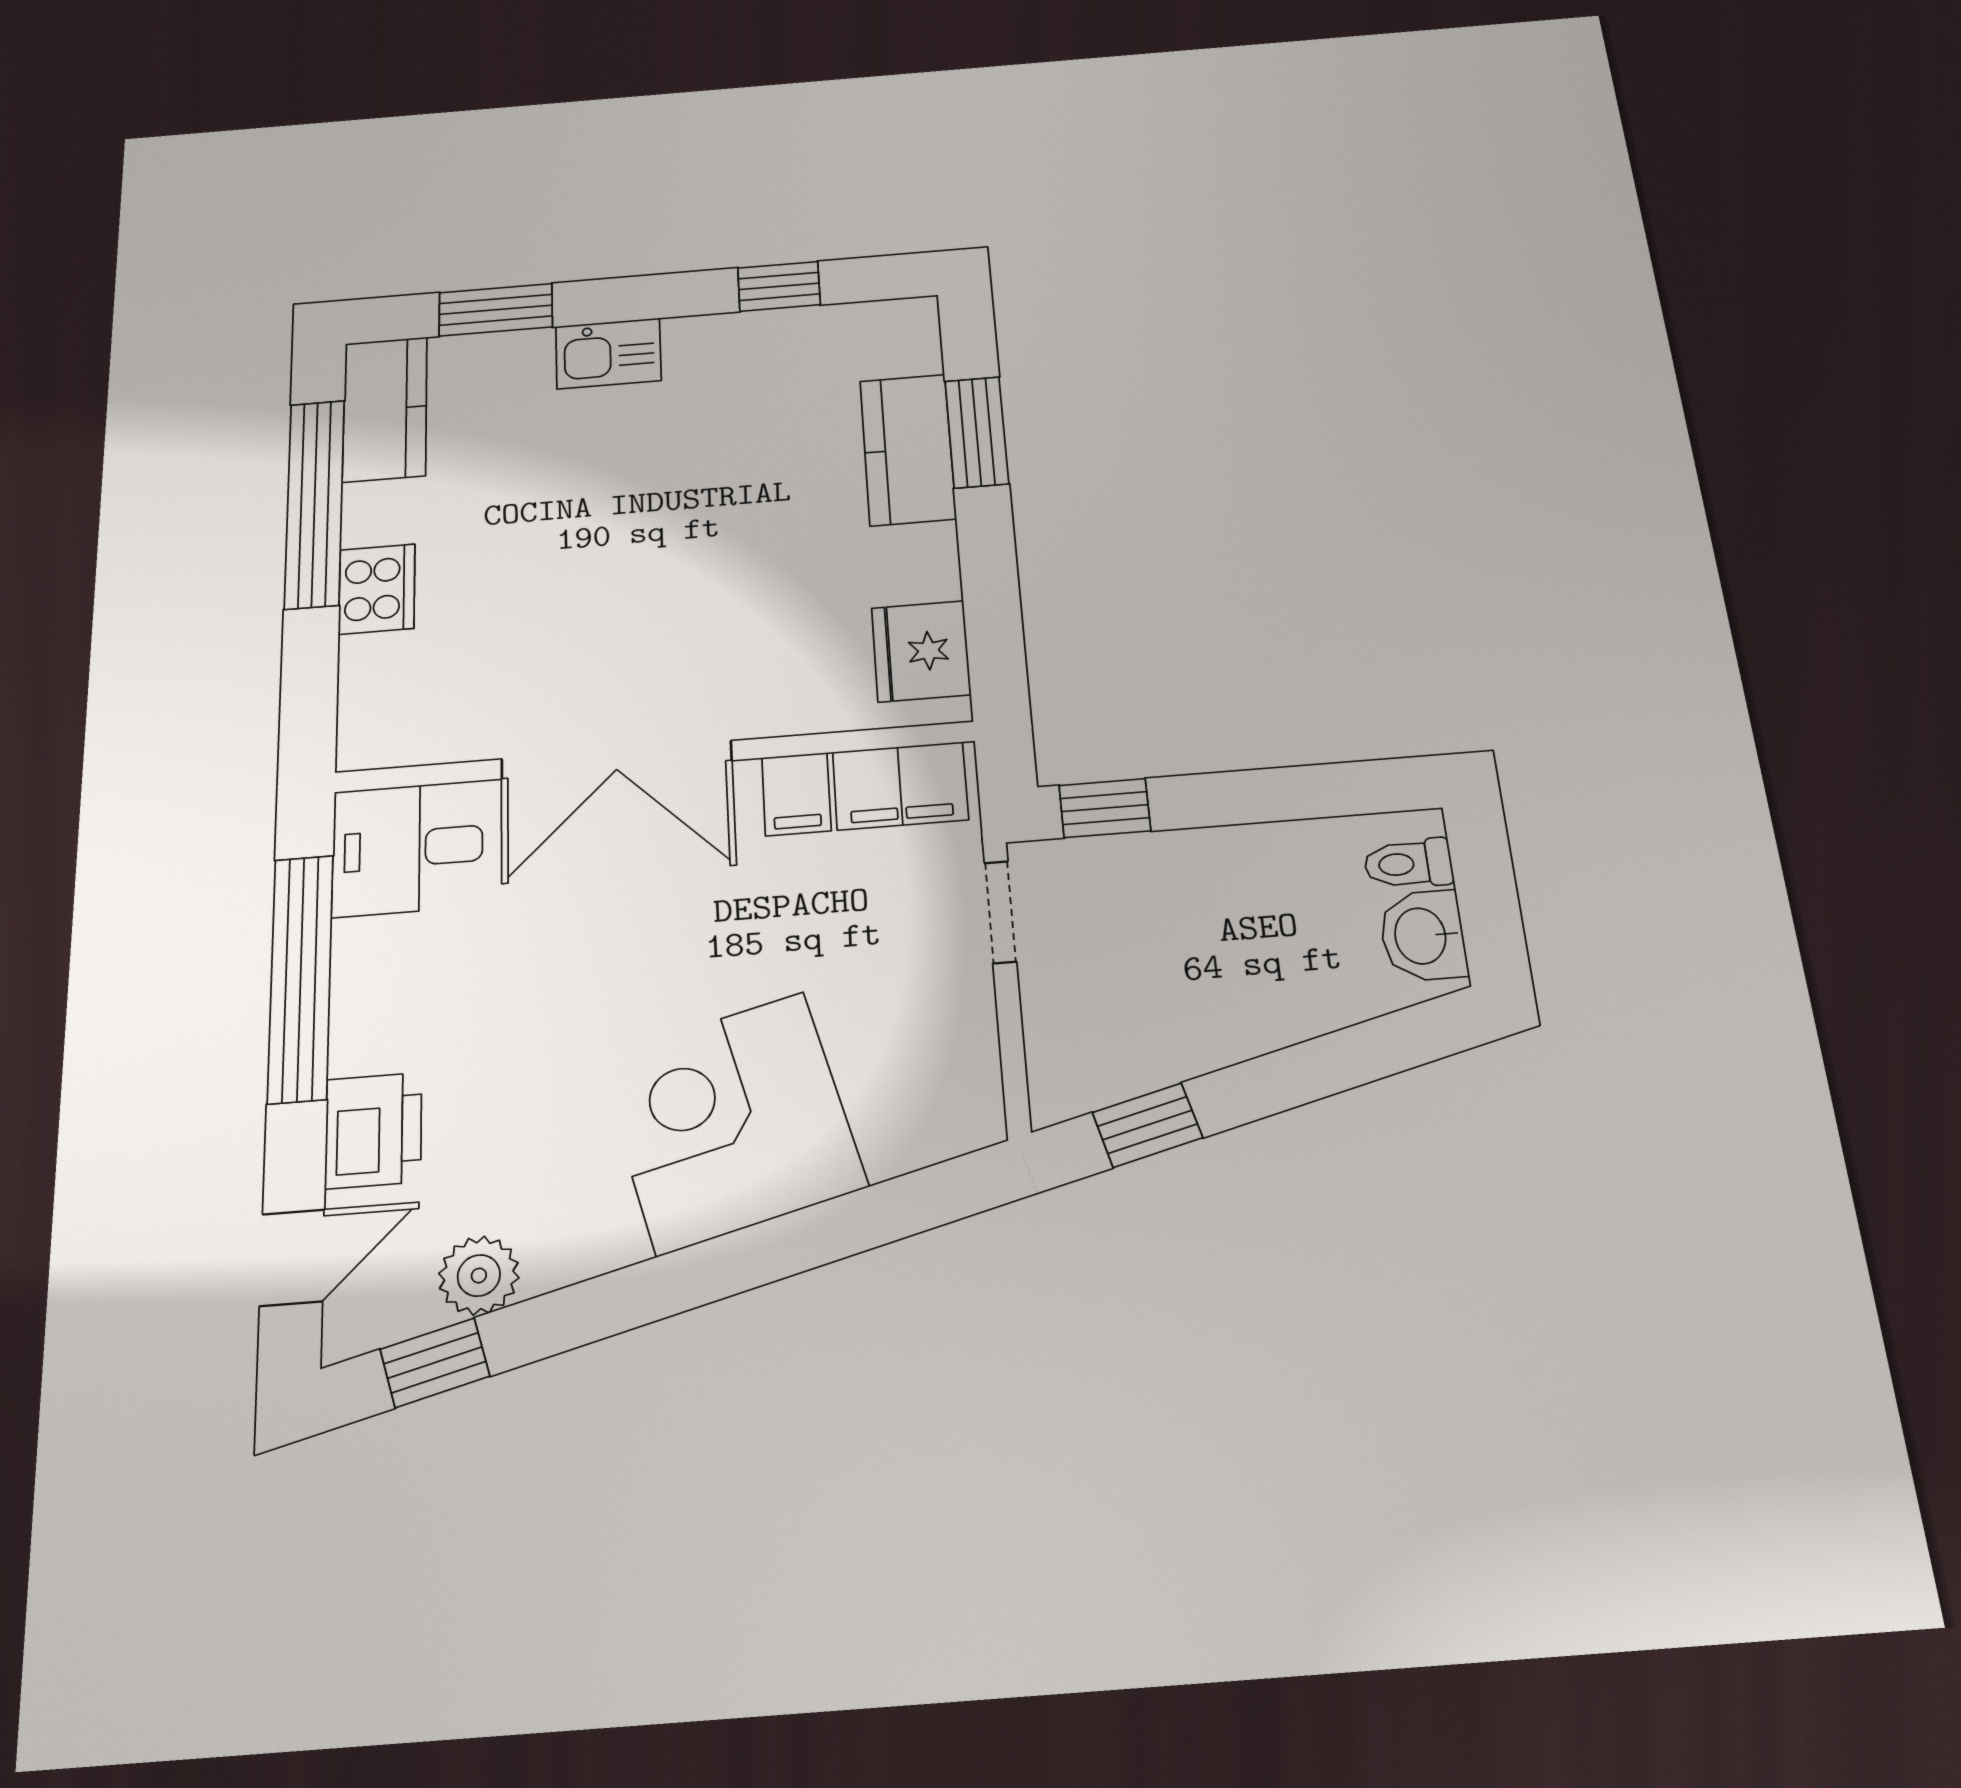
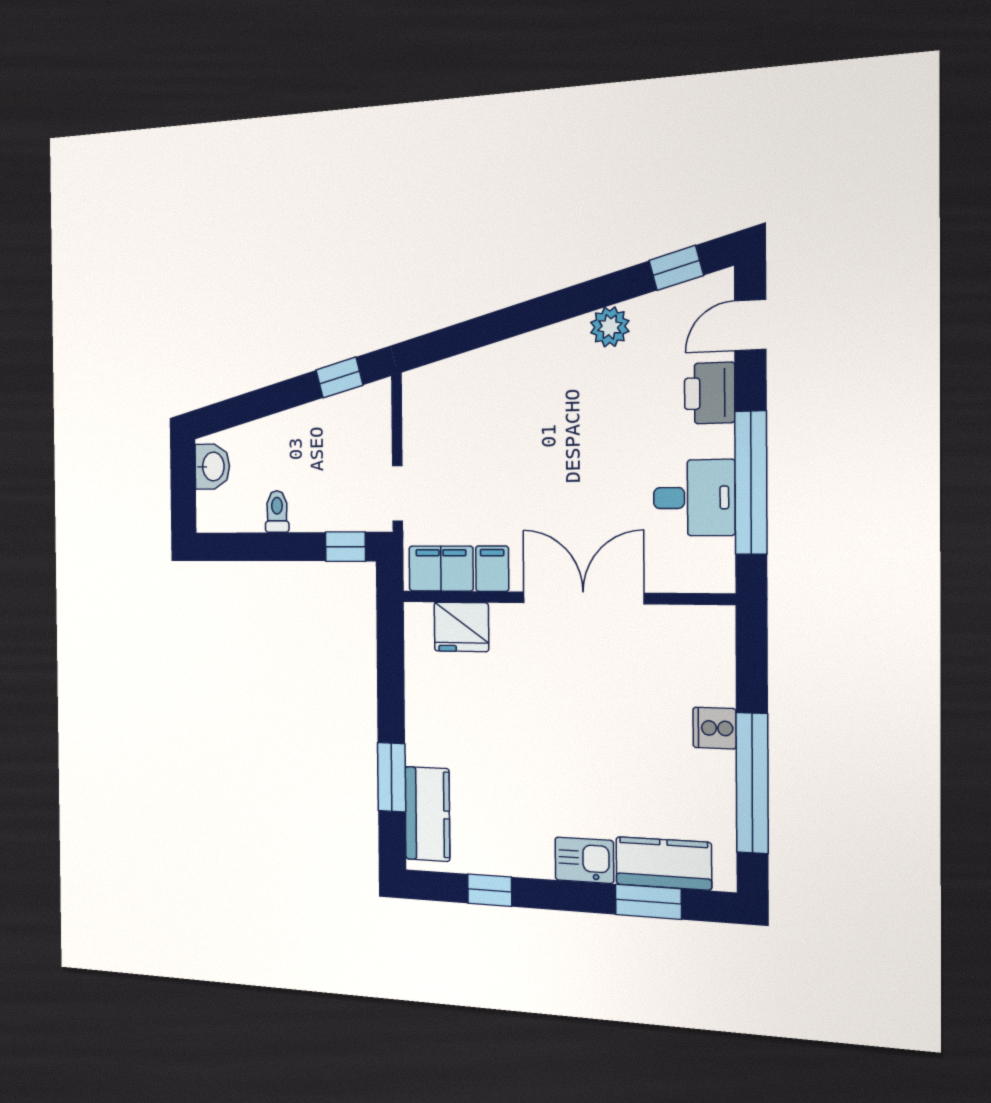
kitchen counter: (385, 409) -> (664, 863), moved, turned 90
kitchen counter: (908, 449) -> (427, 814), moved
cooker: (377, 589) -> (715, 728), width x0.73
fridge: (921, 651) -> (461, 627), moved, turned 90
desk: (408, 848) -> (694, 498), moved
toilet: (1408, 864) -> (277, 512), moved, turned -90
corner desk: (731, 1122) -> (530, 389), removed
plant: (479, 1276) -> (610, 327), moved

